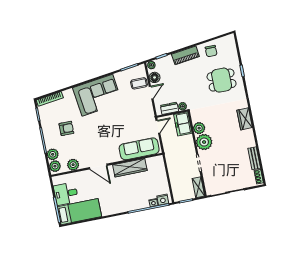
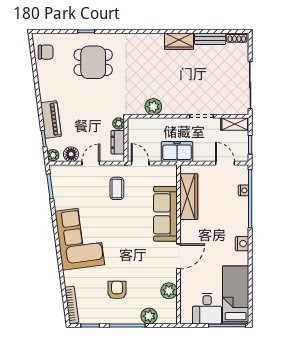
chair: (211, 51) -> (46, 52), moved
piano: (185, 55) -> (51, 120), moved
dining table: (222, 80) -> (93, 62), turned 90
coffee table: (139, 83) -> (117, 188), moved
door: (151, 93) -> (91, 163), hinge flipped
wardrobe: (245, 119) -> (179, 41), moved
freezer: (183, 124) -> (177, 151), moved, turned 180
plant: (204, 142) -> (174, 104), removed
sofa: (139, 149) -> (165, 214), moved
plant: (55, 166) -> (166, 316), removed
wardrobe: (130, 168) -> (189, 197), moved
door: (170, 186) -> (225, 163), added
nightstand: (163, 200) -> (242, 244), moved

